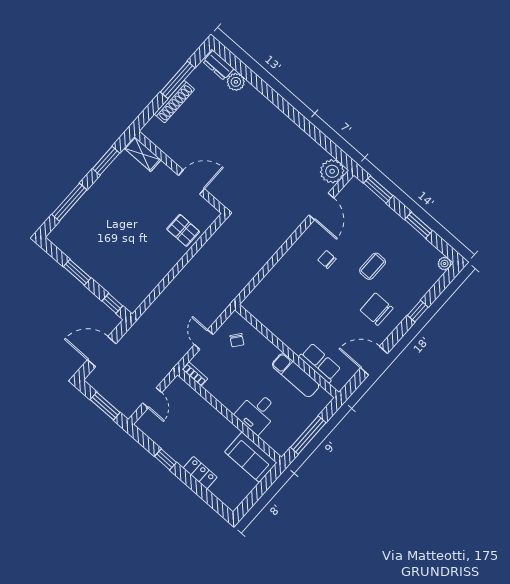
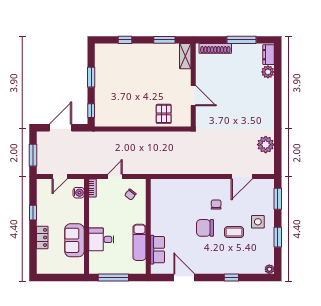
shoe rack: (174, 102) -> (215, 48), moved
plant: (332, 171) -> (266, 145), moved
window: (69, 202) -> (125, 40), width x0.46
side table: (384, 232) -> (258, 222), added
chair: (377, 309) -> (205, 228), moved, turned -90
door: (102, 352) -> (60, 128), hinge flipped
water cooler: (187, 393) -> (79, 193), added
sofa: (251, 457) -> (74, 240), moved

